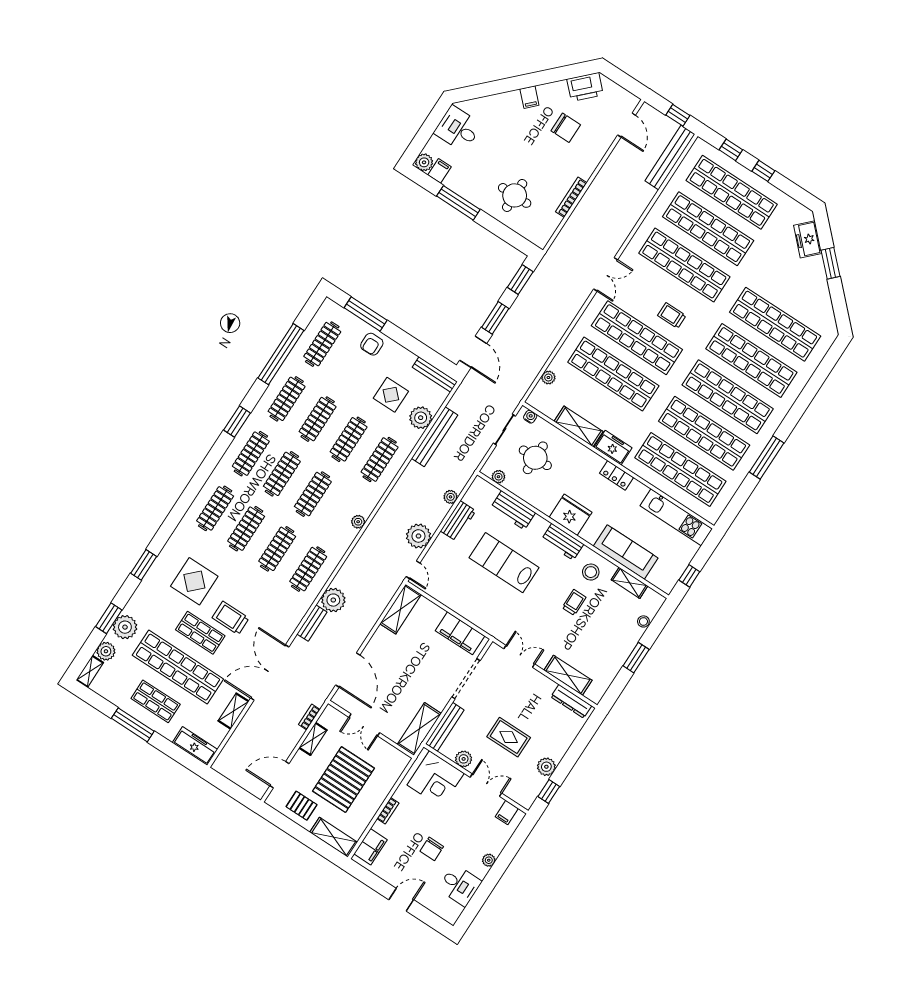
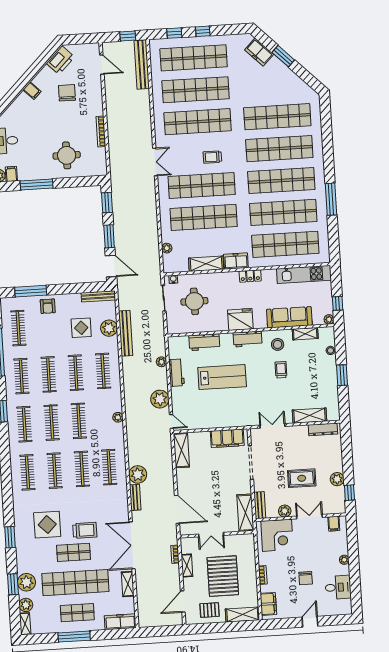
chair: (566, 128) -> (67, 93), turned -90
plant: (498, 477) -> (329, 319), moved
lab bench: (504, 563) -> (222, 377), turned 180
trolley: (231, 618) -> (85, 530), turned 180
bench: (445, 727) -> (260, 505), width x0.73

